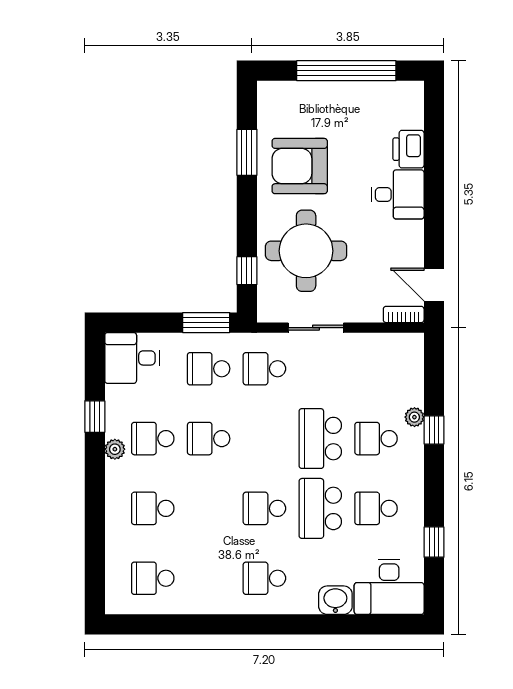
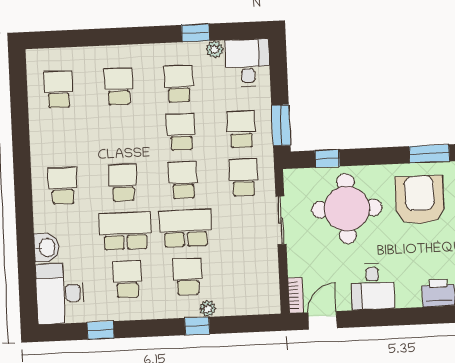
desk: (398, 194) -> (373, 286), moved
school desk: (264, 439) -> (183, 180), added
plant: (115, 449) -> (215, 49), moved

